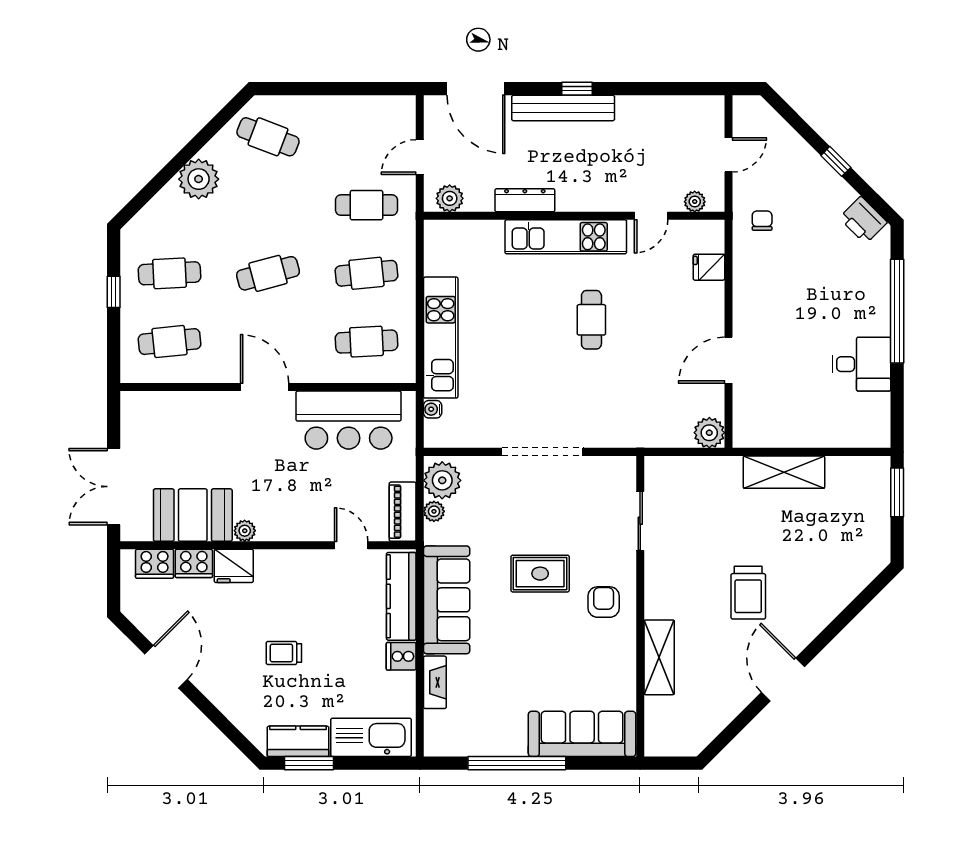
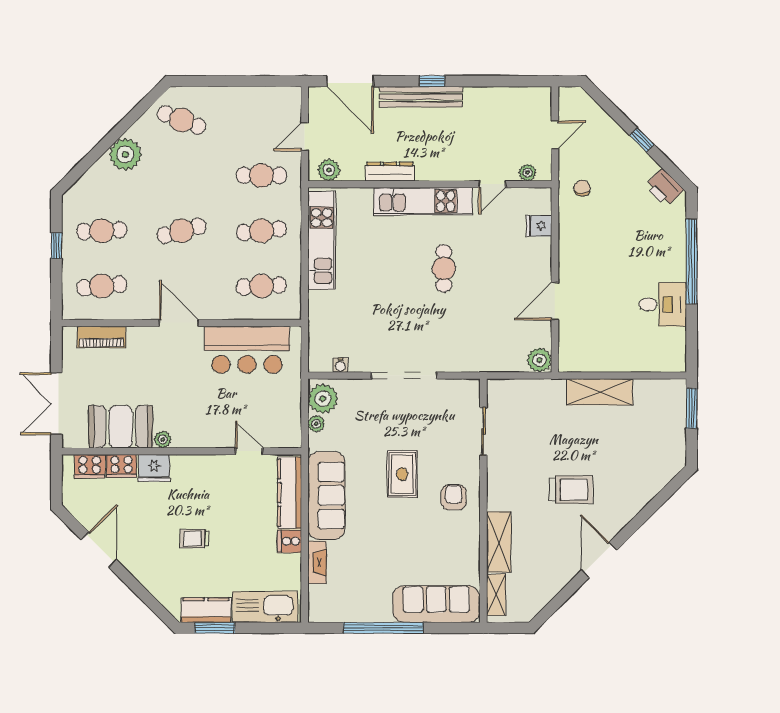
kitchen unit: (441, 338) -> (322, 240), moved
water cooler: (433, 409) -> (340, 365), moved, turned -90
piano: (403, 512) -> (101, 337), moved, turned -90
rug: (540, 574) -> (402, 474), turned 90
trolley: (748, 593) -> (571, 490), turned -90
shelving: (656, 722) -> (496, 595), added

